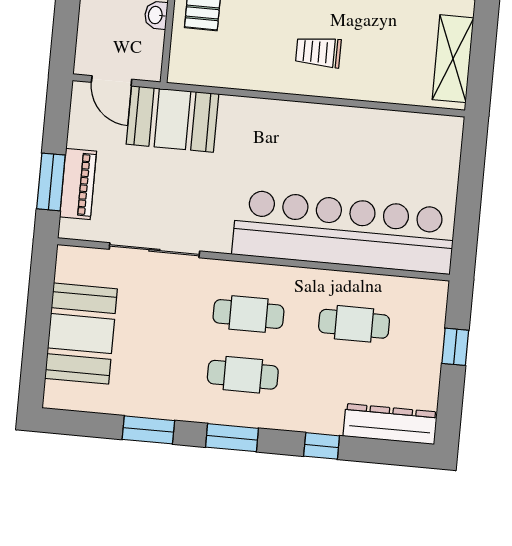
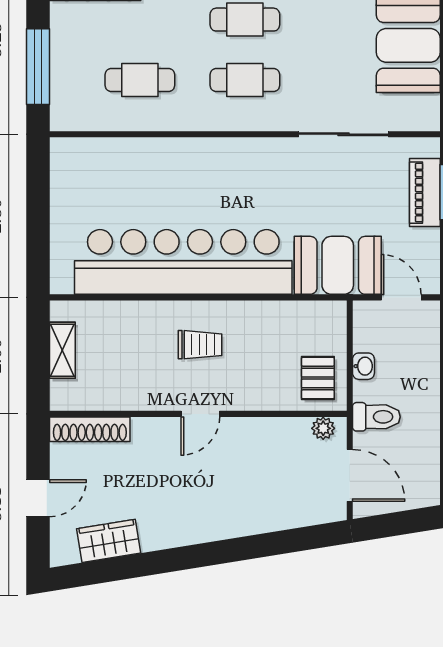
shelving: (453, 59) -> (62, 350), width x0.67, depth x0.75
bar counter: (344, 232) -> (183, 262), moved, turned 180
window: (455, 347) -> (38, 67), width x2.17

